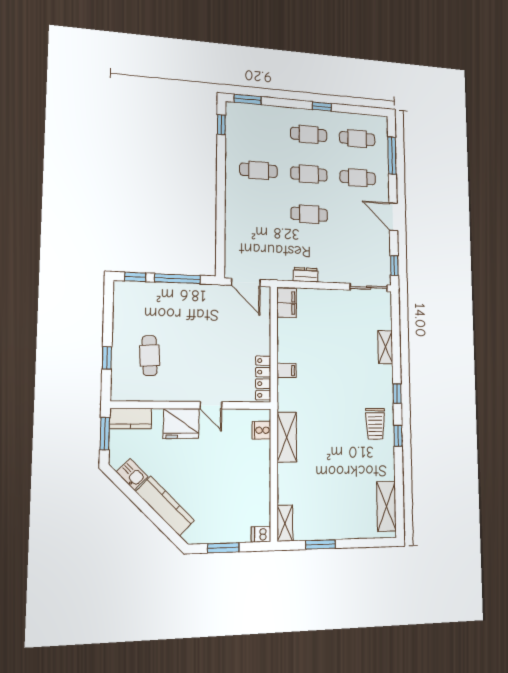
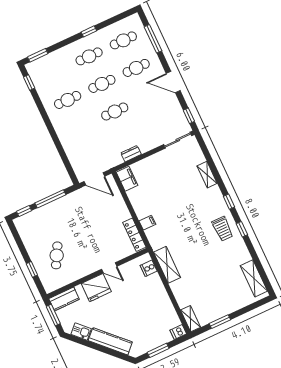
cafe table: (150, 356) -> (57, 255), turned 32

